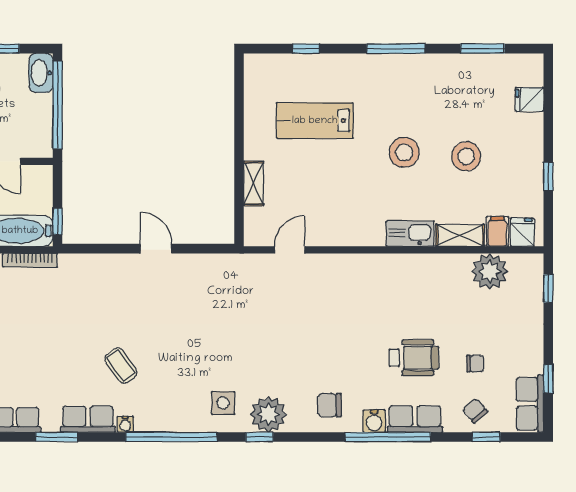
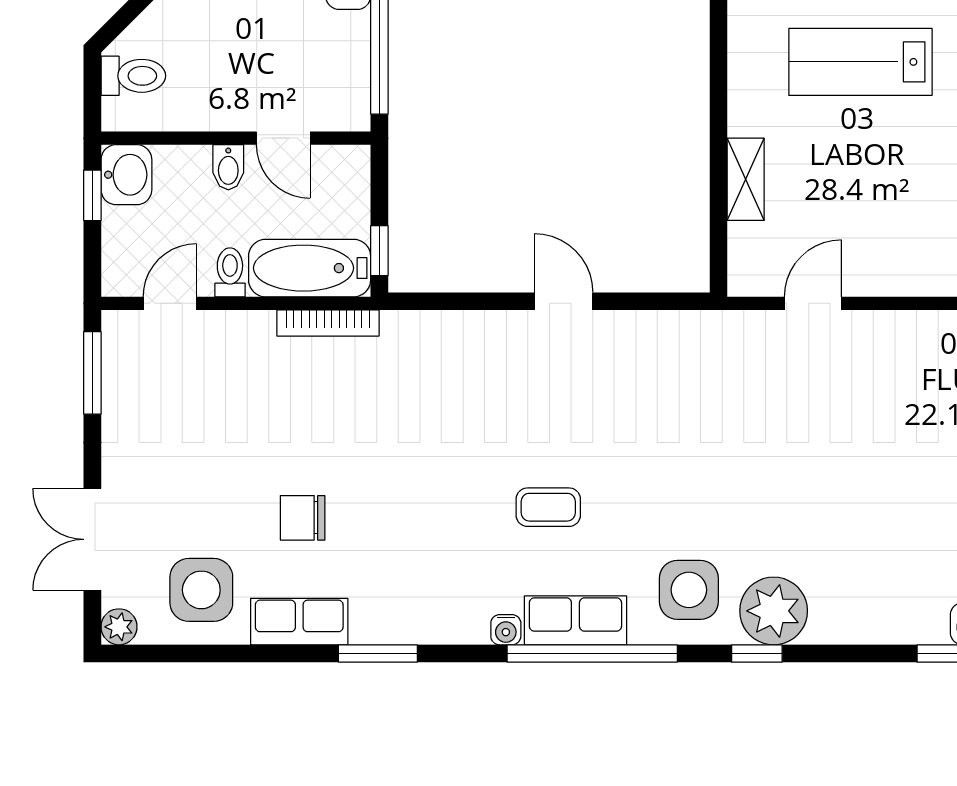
coffee table: (121, 366) -> (548, 507), moved, turned -54
side table: (223, 403) -> (689, 590), width x1.37, depth x1.37
chair: (329, 405) -> (303, 518), moved
row of seats: (88, 419) -> (575, 620), moved

